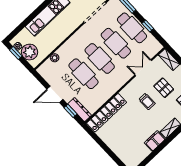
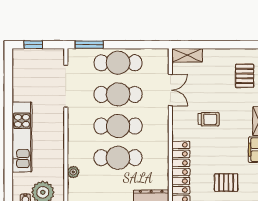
window: (148, 26) -> (132, 45), removed
double door: (143, 68) -> (170, 90), swing flipped
pallet: (164, 88) -> (226, 183), moved

